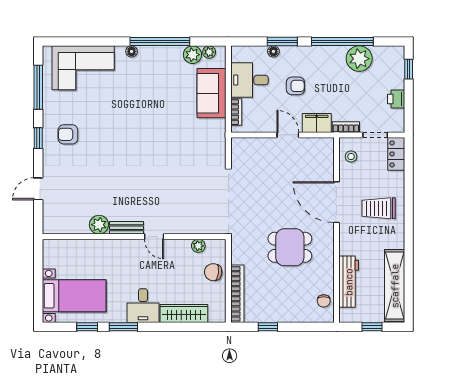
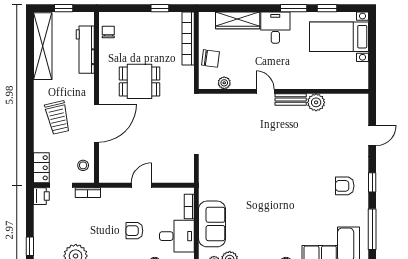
printer: (396, 99) -> (41, 196), moved
filing cabinet: (317, 123) -> (115, 196), removed
armchair: (68, 134) -> (345, 186), turned 180
door: (288, 135) -> (141, 185), swing flipped
door: (336, 202) -> (97, 123), hinge flipped
trolley: (379, 208) -> (58, 118), turned 77

